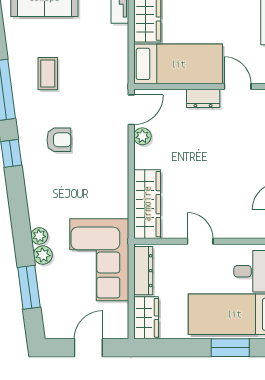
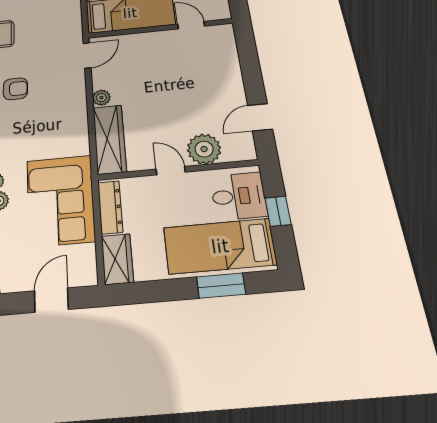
dresser: (203, 98) -> (158, 39), removed
plant: (142, 136) -> (101, 98), moved
plant: (233, 223) -> (204, 149), added

